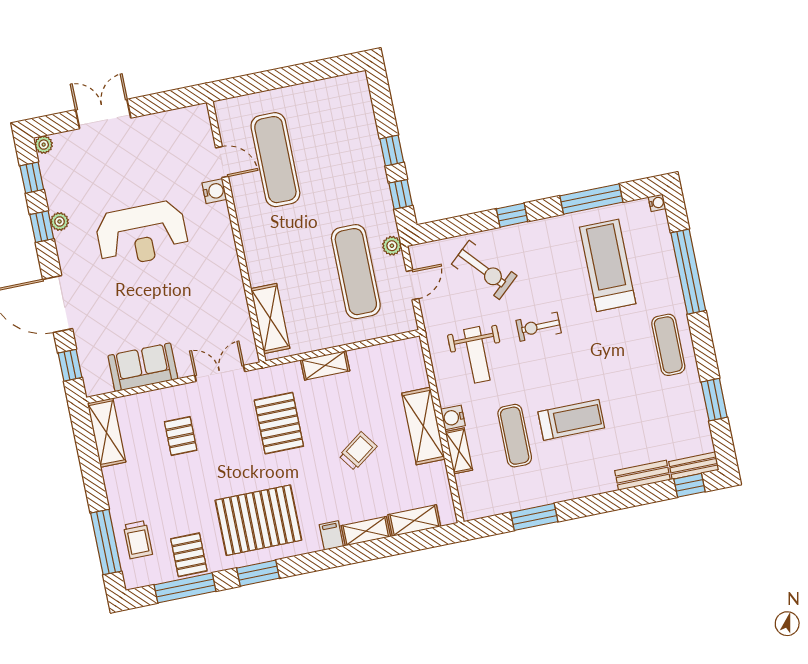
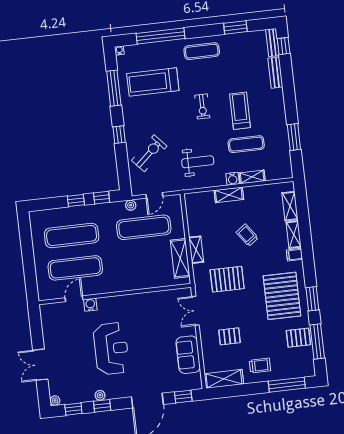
exercise mat: (331, 148) -> (72, 236), added
door: (412, 285) -> (154, 195), swing flipped
shelving: (270, 318) -> (180, 258), moved, turned 90
exercise bike: (539, 327) -> (202, 106), moved
shelving: (423, 426) -> (229, 195), width x0.67, depth x0.75
trolley: (138, 540) -> (260, 366), moved

